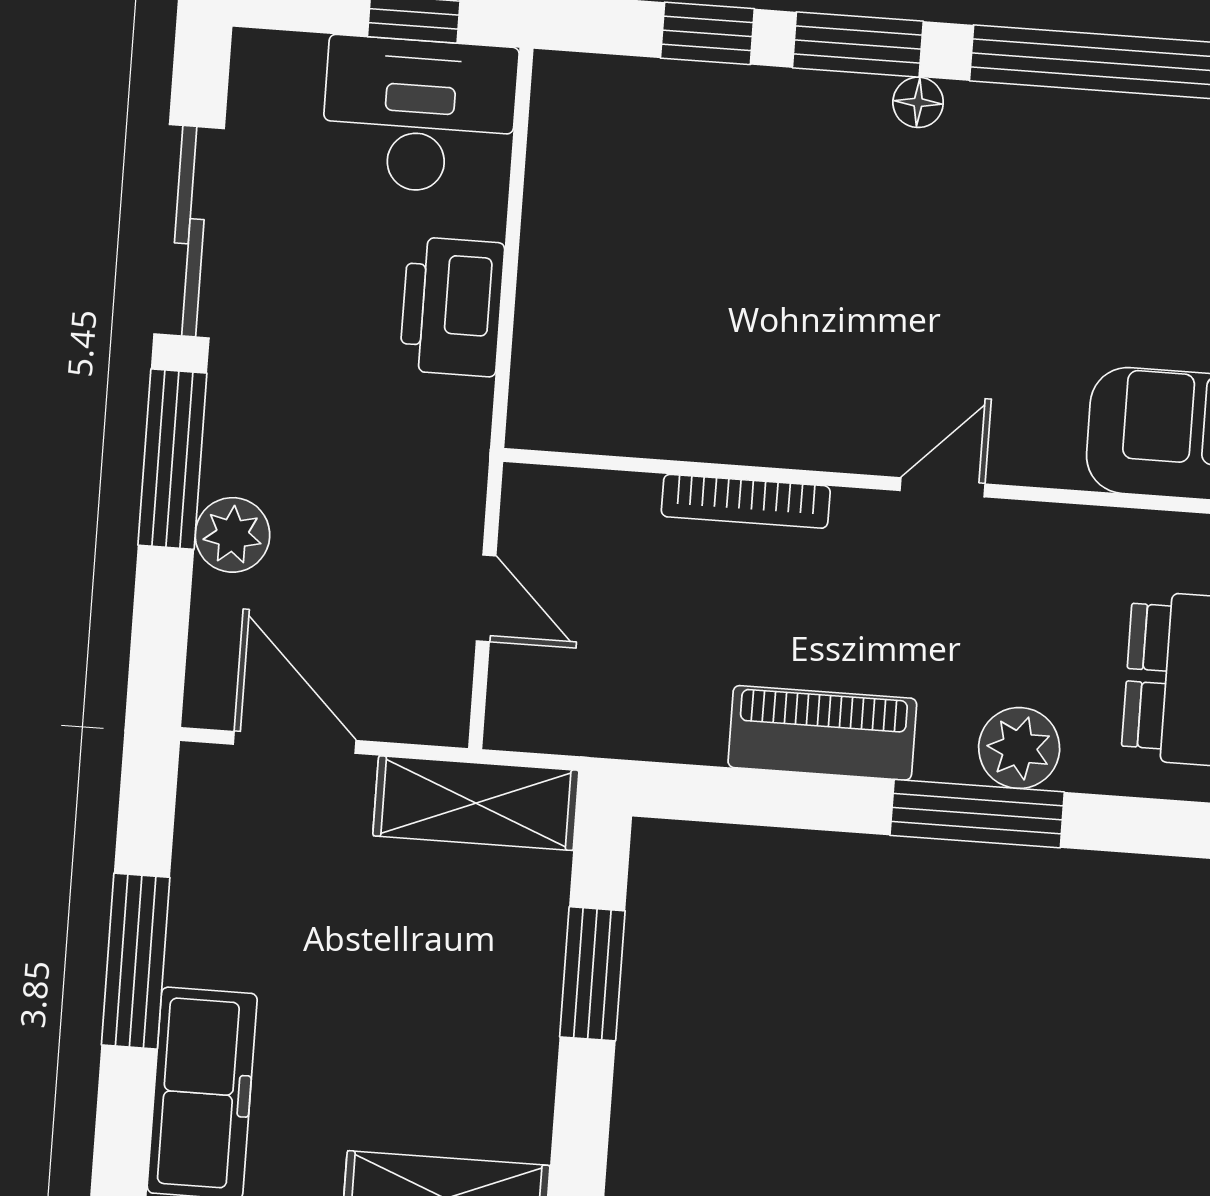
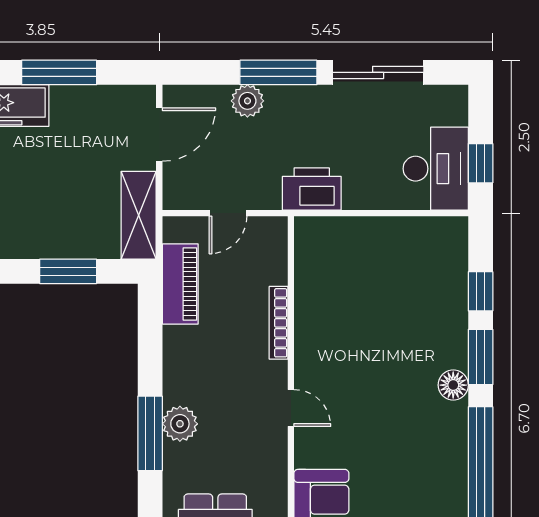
floor lamp: (918, 102) -> (453, 385), width x1.37, depth x1.37
printer: (452, 307) -> (312, 189), moved
piano: (822, 733) -> (180, 284), moved
plant: (1019, 748) -> (180, 424), moved

